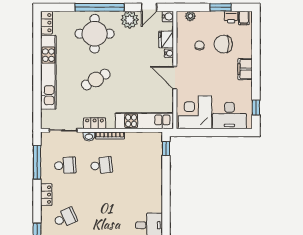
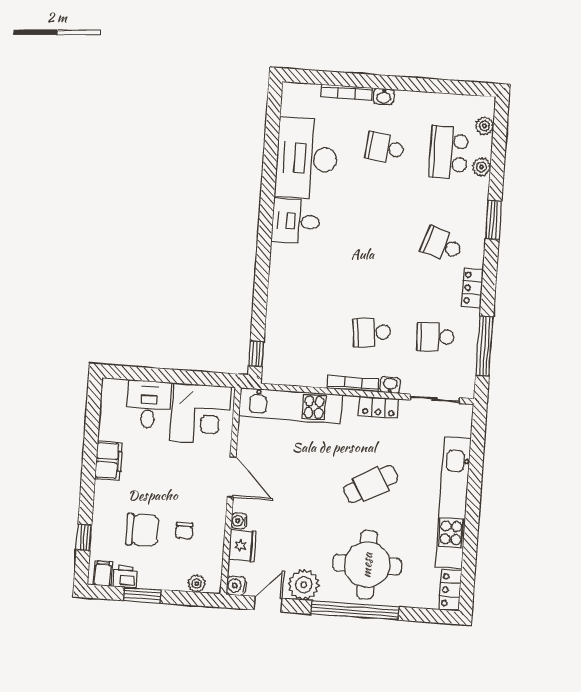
filing cabinet: (245, 69) -> (109, 461), moved
window: (256, 107) -> (84, 537), moved
desk: (229, 116) -> (148, 404), width x0.73
school desk: (65, 218) -> (442, 245), turned 42

